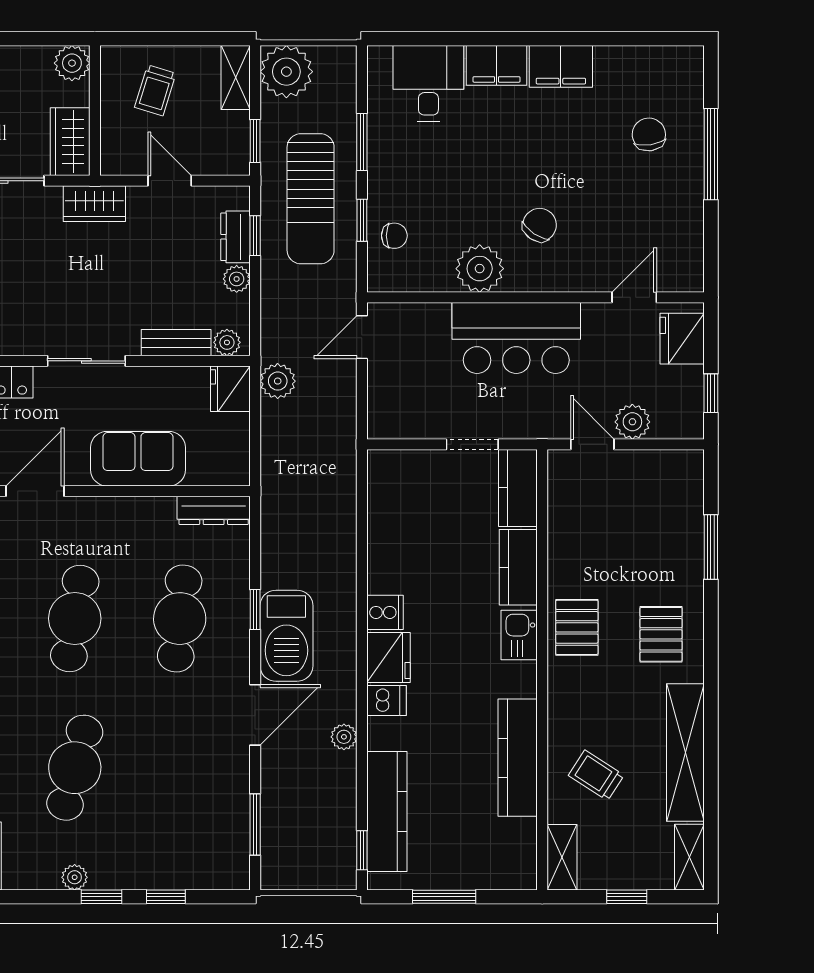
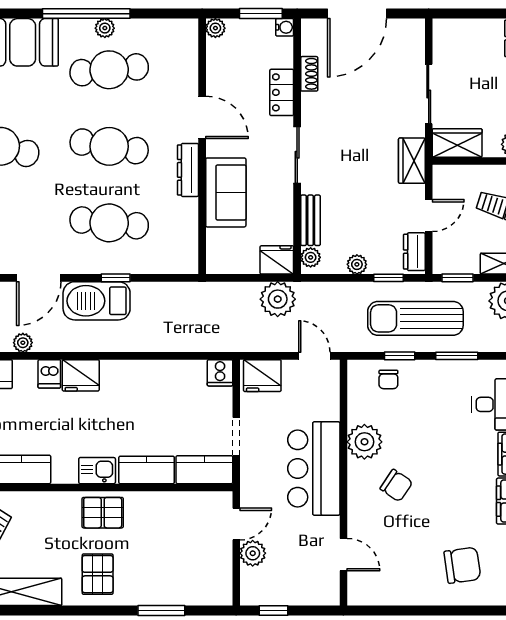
chair: (649, 134) -> (462, 565), width x1.37, depth x1.37
window: (711, 154) -> (448, 610), removed
dresser: (235, 237) -> (414, 252), moved, turned -90
fridge: (682, 339) -> (262, 376), moved, turned 180
plant: (278, 381) -> (278, 299), width x1.36, depth x1.36
dresser: (214, 510) -> (188, 170), moved
cooker: (385, 612) -> (220, 373), moved
pallet: (661, 634) -> (98, 574), turned 90
door: (255, 715) -> (39, 278), hinge flipped

